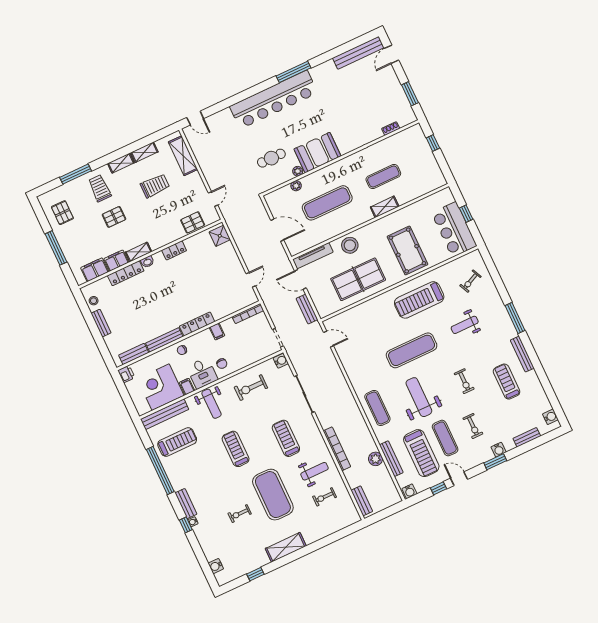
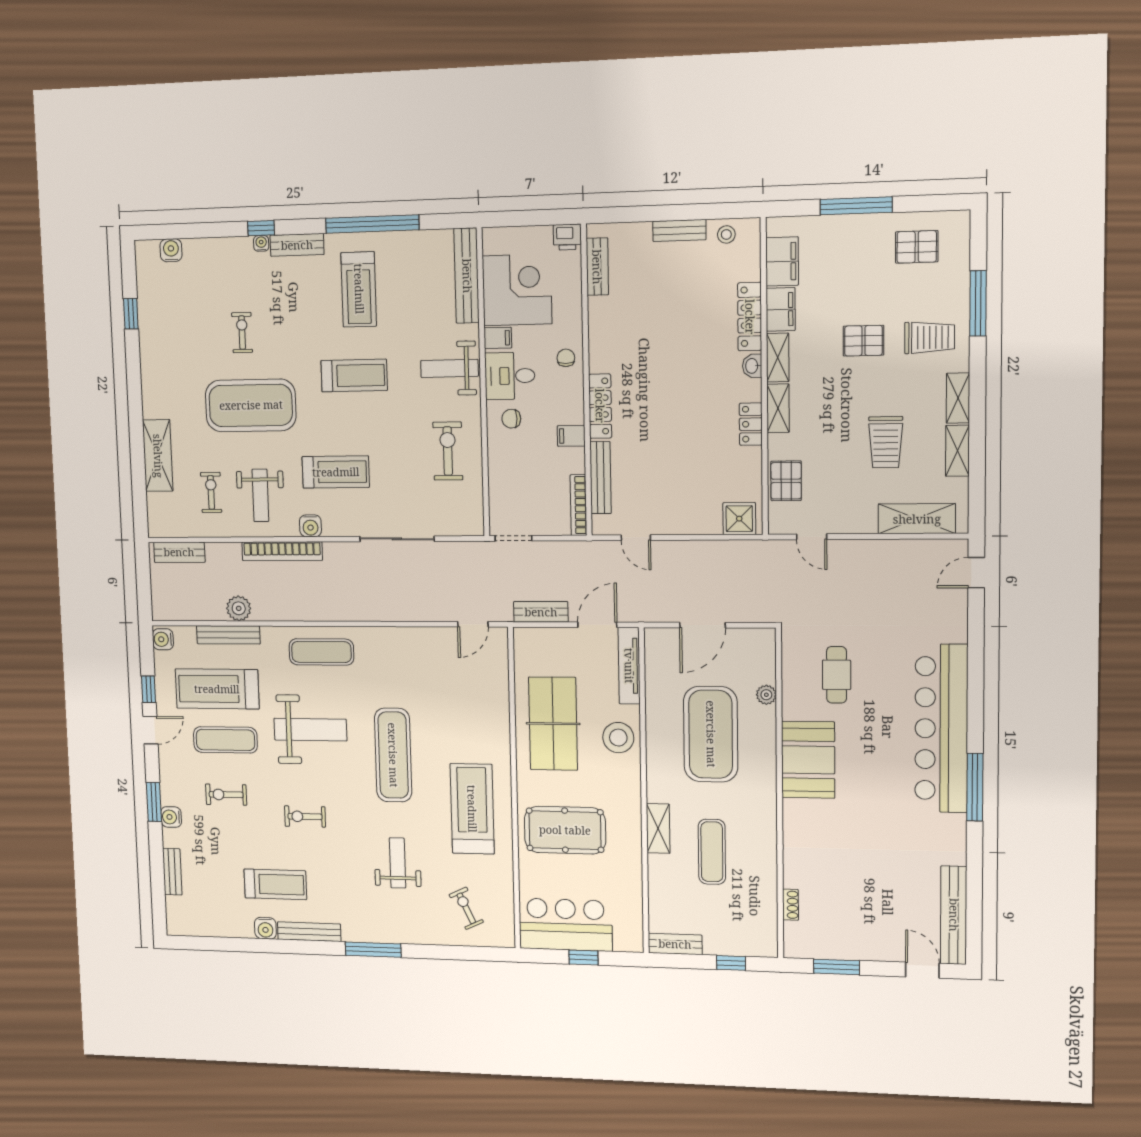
plant: (298, 171) -> (791, 710), removed
bench: (437, 173) -> (675, 944), added
exercise mat: (327, 203) -> (711, 734), width x1.47
pallet: (114, 217) -> (863, 341), turned 90
shelving: (161, 241) -> (778, 408), added
bench: (164, 340) -> (601, 478), moved
water cooler: (281, 361) -> (310, 526), moved
water cooler: (550, 417) -> (265, 928), moved
treadmill: (177, 442) -> (359, 289), moved
shelving: (286, 547) -> (158, 456), moved

